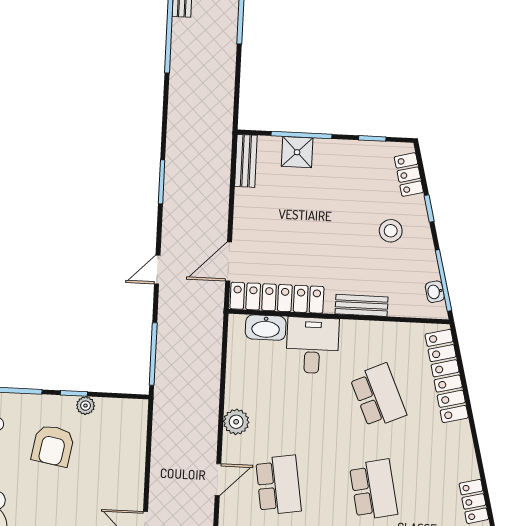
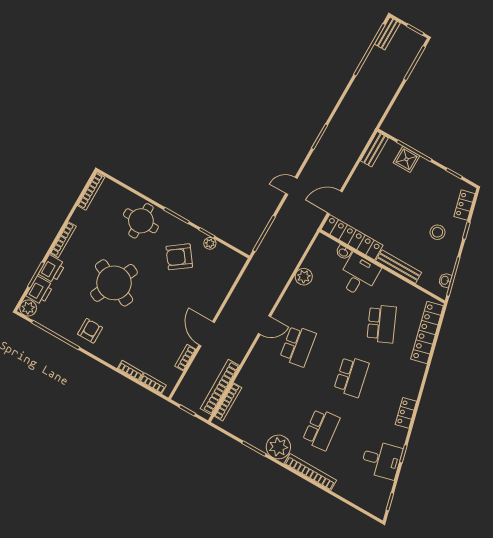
bench: (362, 305) -> (399, 267), width x1.36
washbasin: (266, 328) -> (343, 252), width x0.52, depth x0.69
plant: (236, 422) -> (304, 277), moved
armchair: (53, 446) -> (179, 257), turned 44

